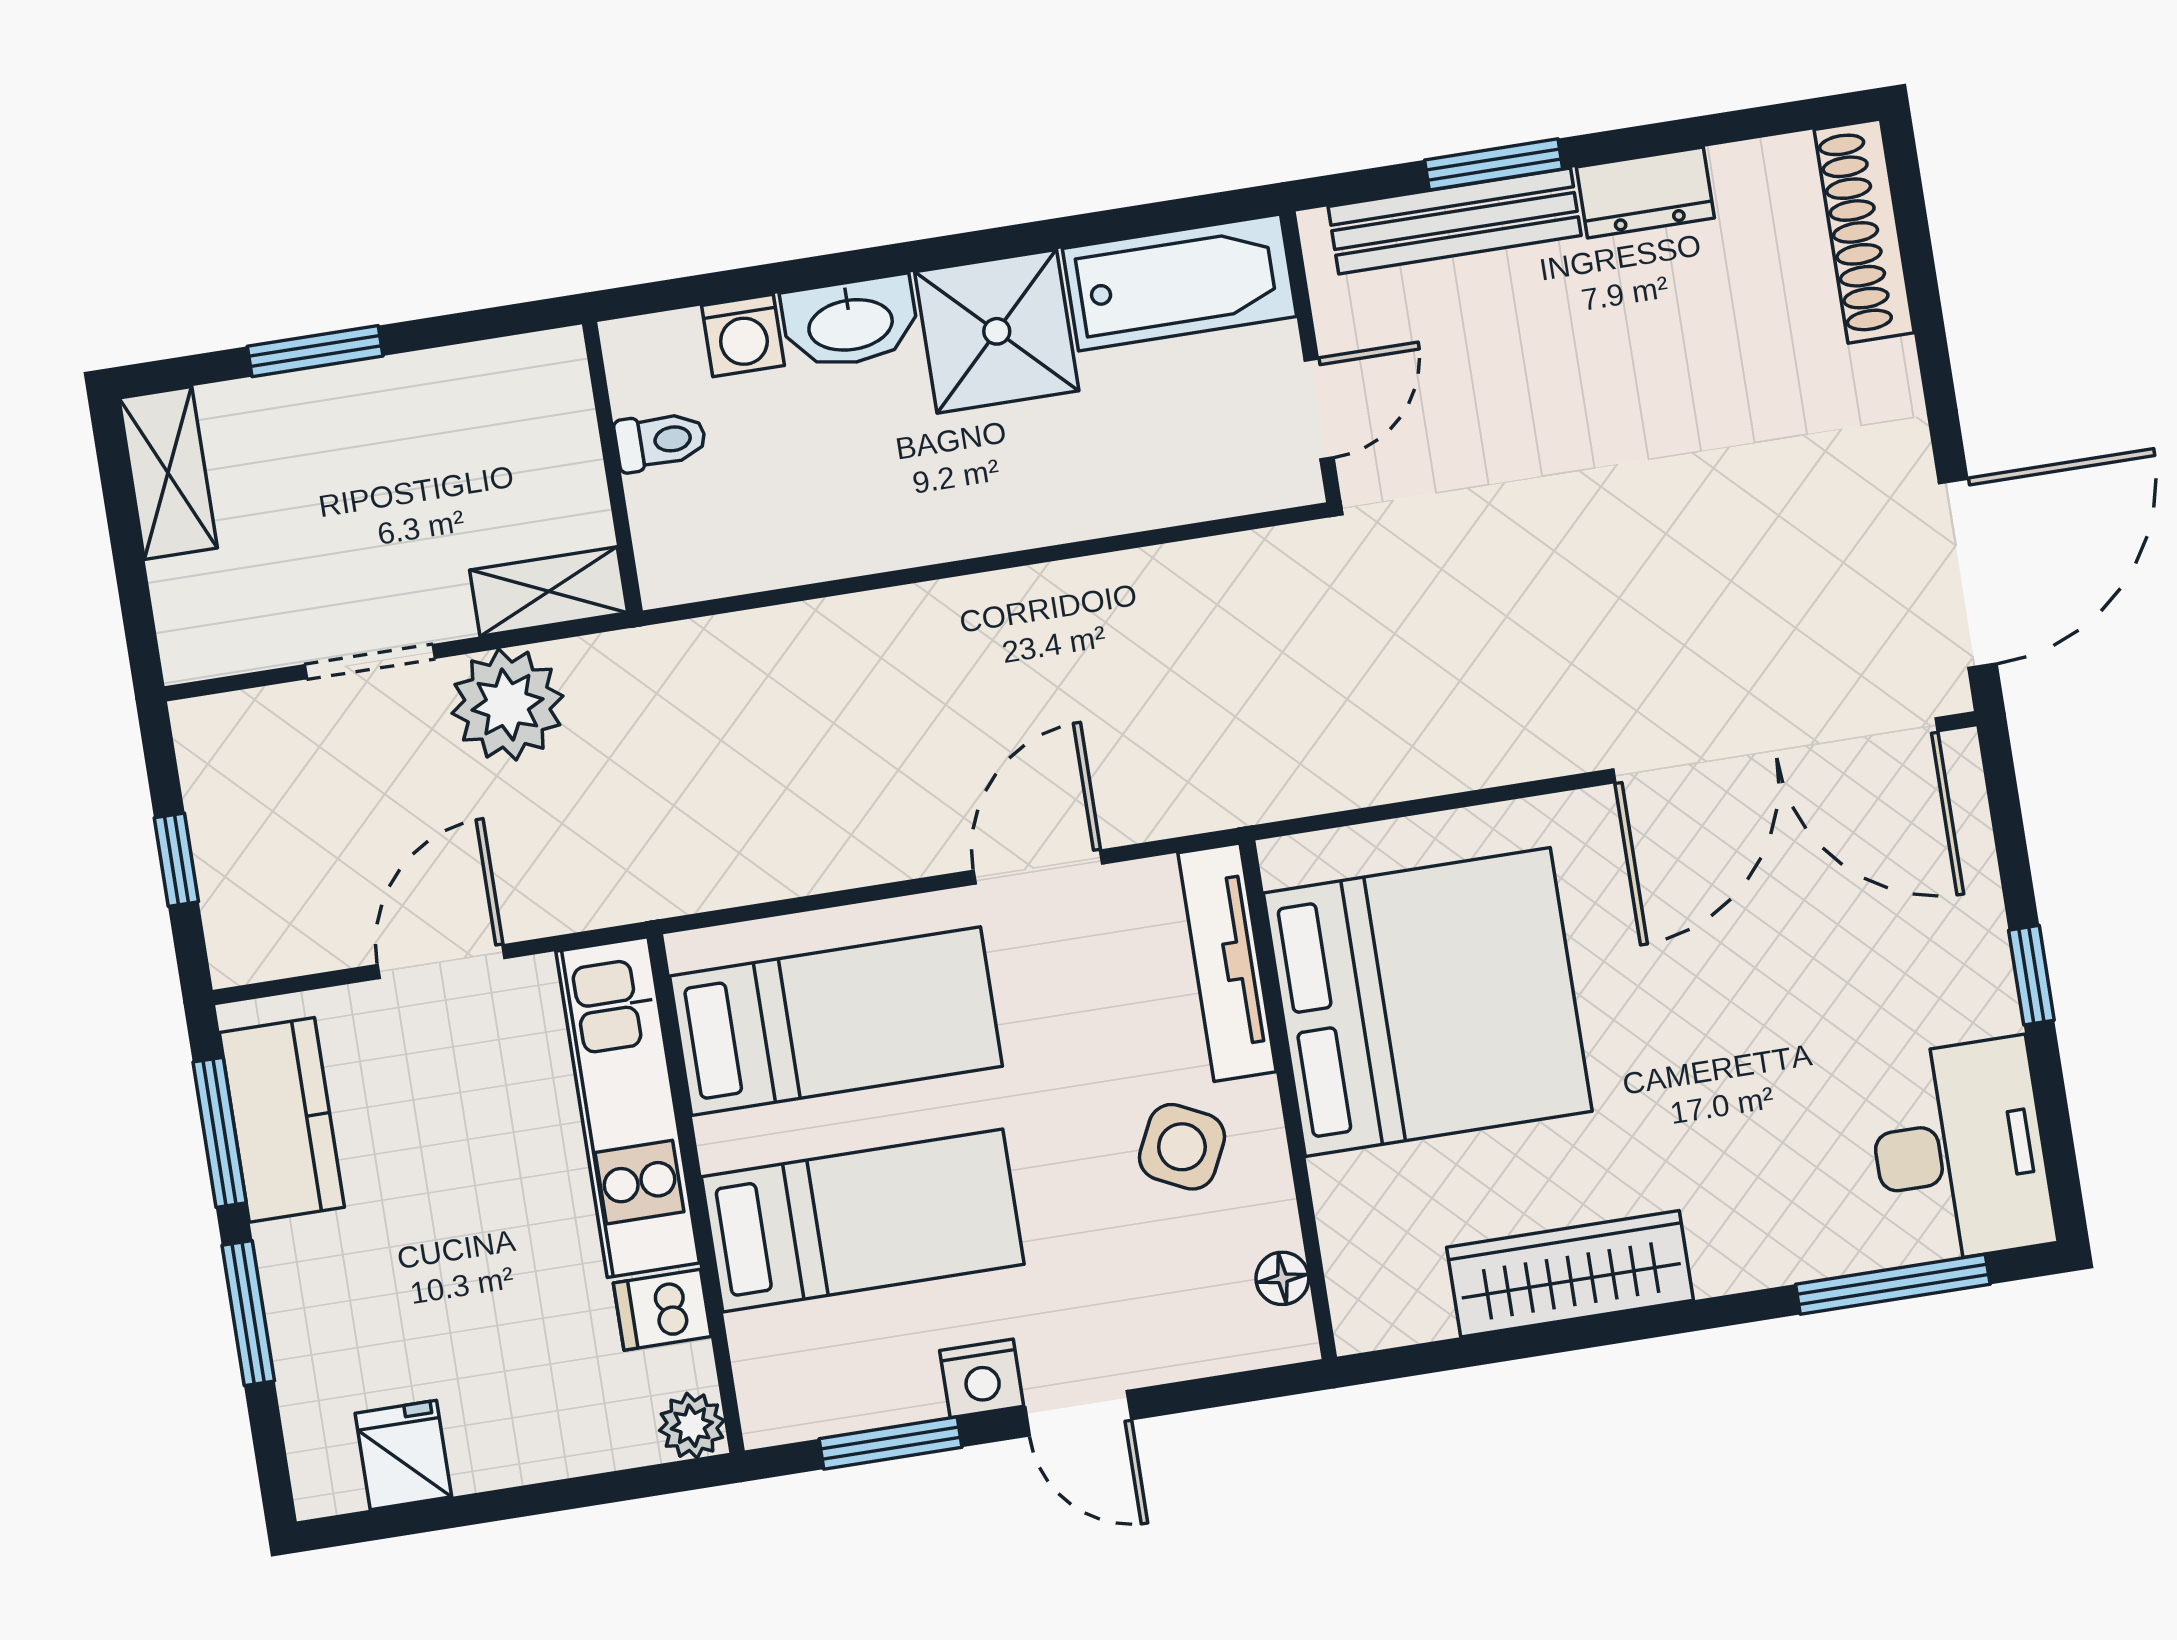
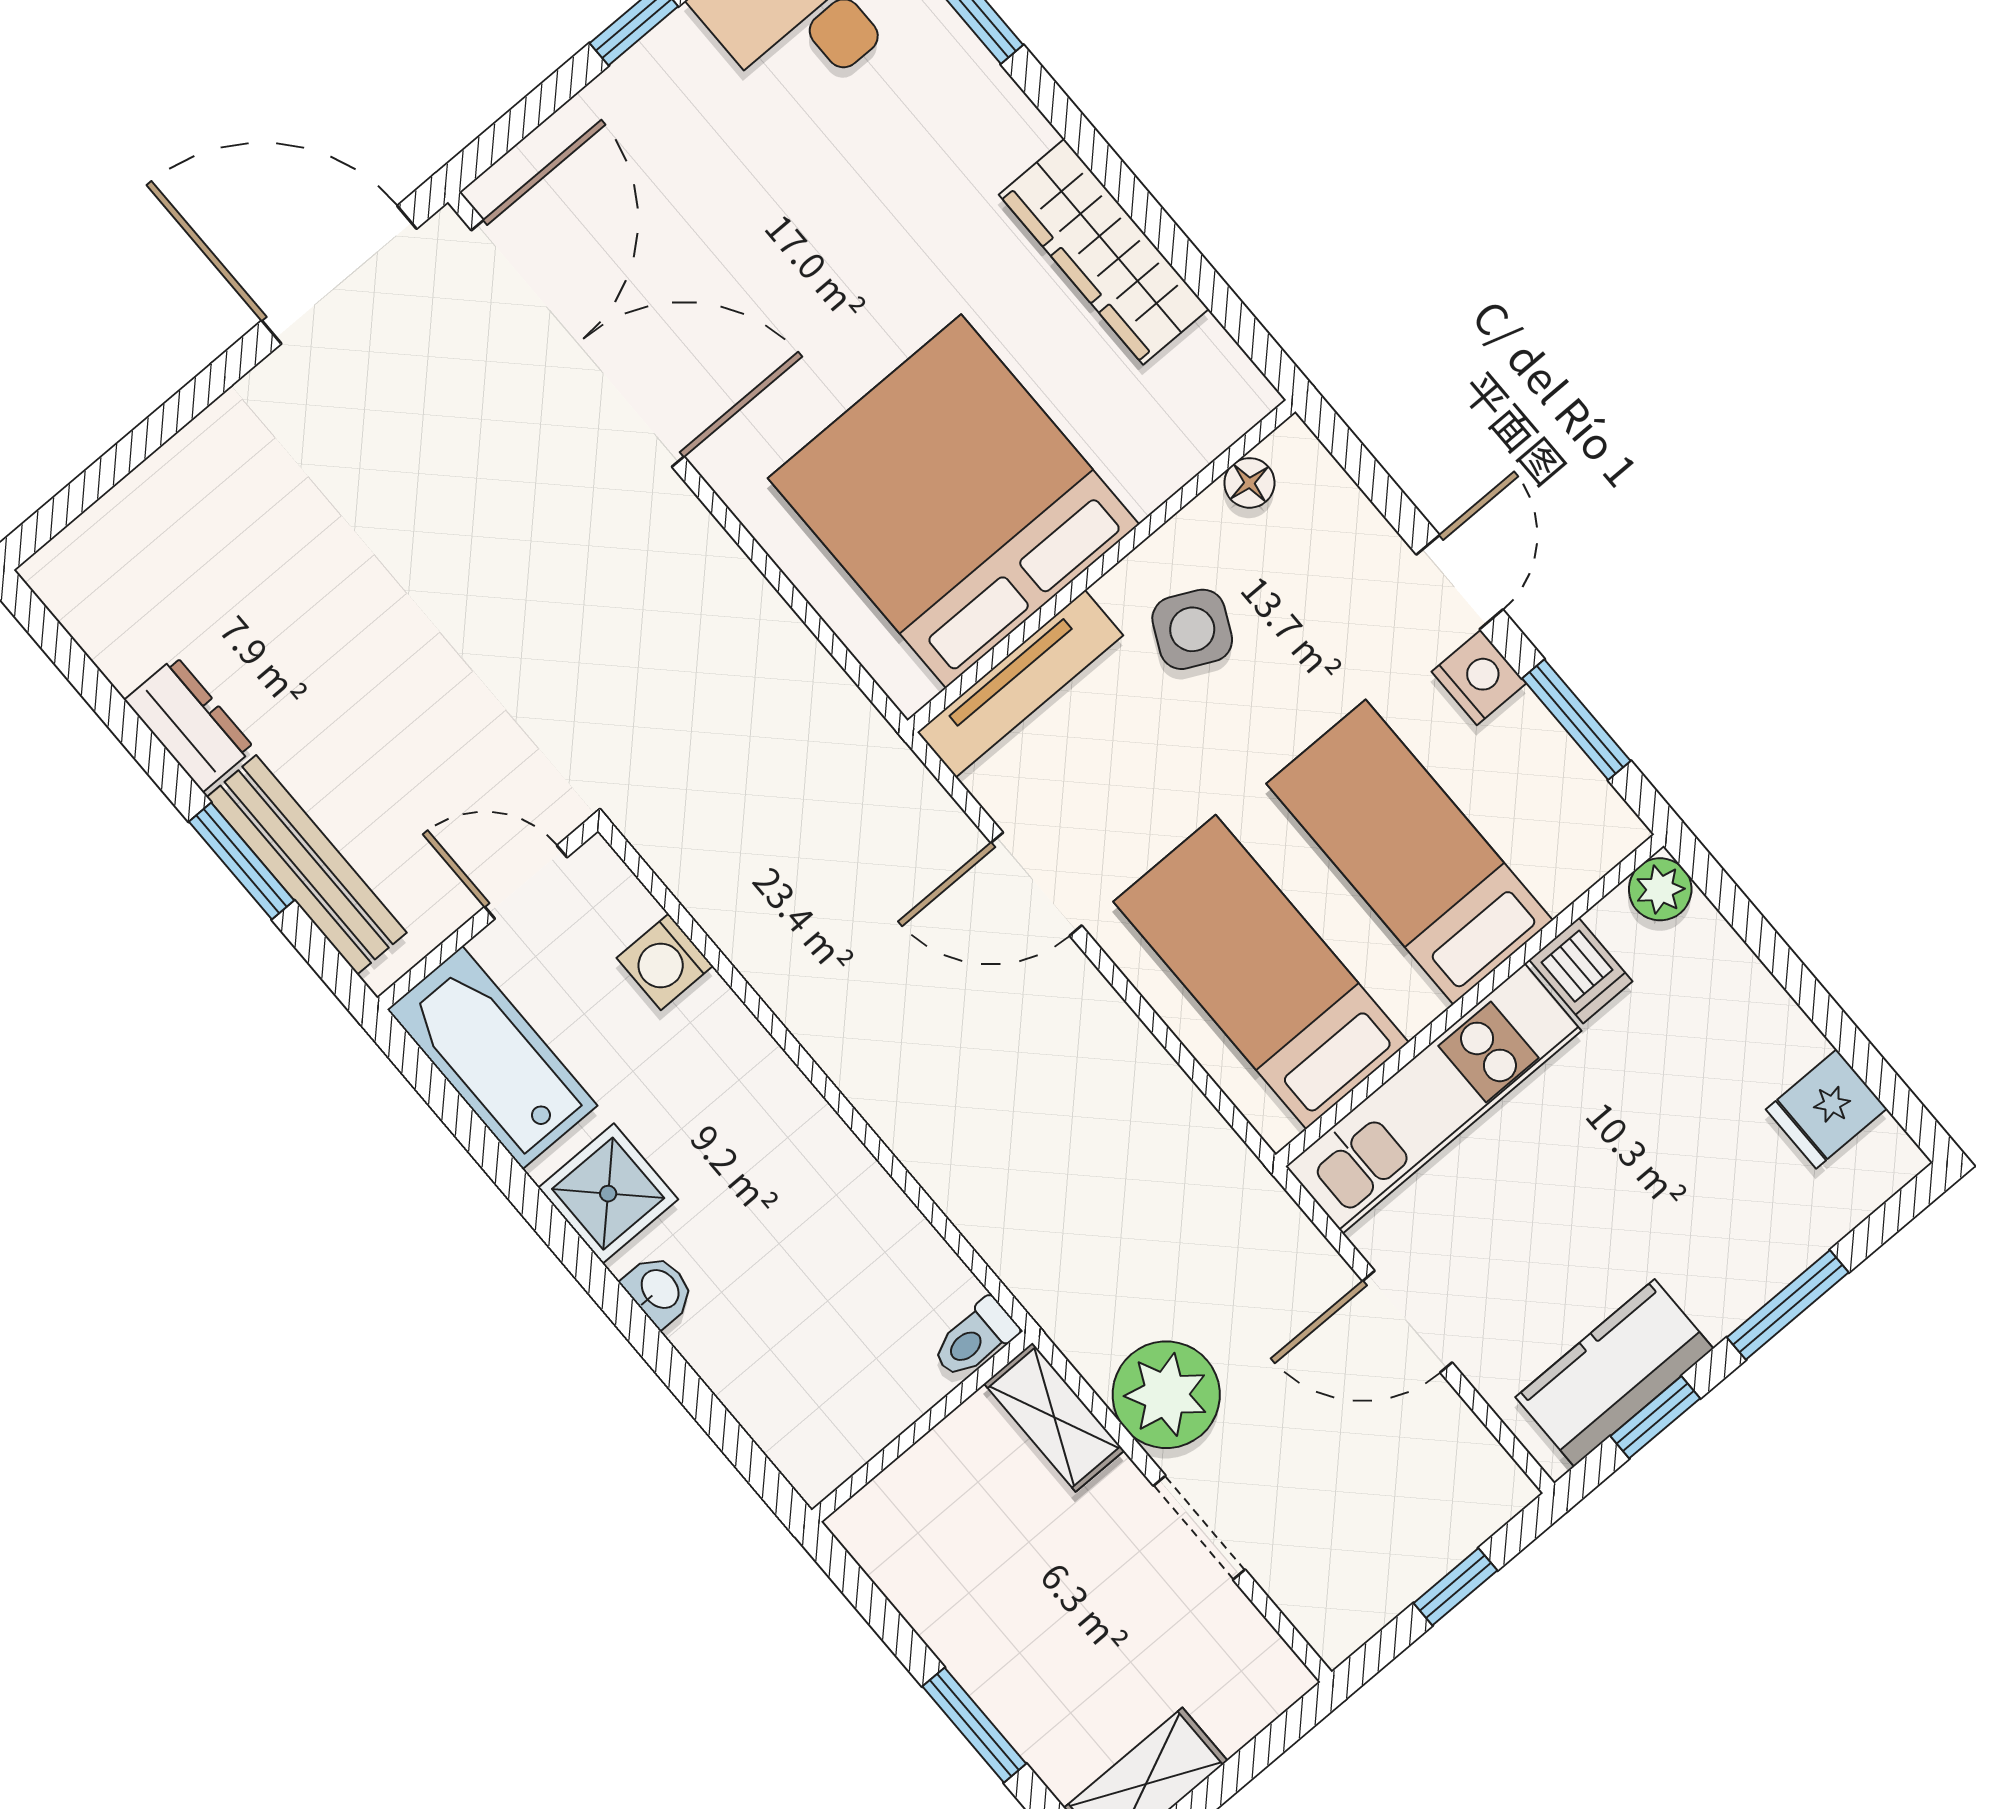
shoe rack: (1864, 231) -> (113, 528), removed
washbasin: (850, 322) -> (659, 1290), width x0.52, depth x0.69
shower: (997, 331) -> (608, 1194), width x0.73, depth x0.73
washing machine: (743, 336) -> (665, 962), moved, turned 180
toilet: (660, 441) -> (975, 1339), moved, turned -90
window: (220, 1132) -> (1655, 1417), width x0.67

